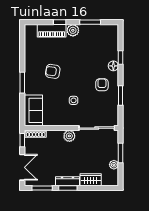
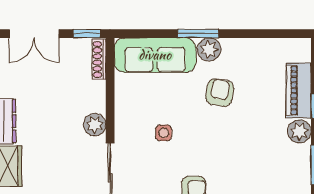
plant: (30, 77) -> (209, 49), added
sofa: (33, 110) -> (155, 55), width x1.36

